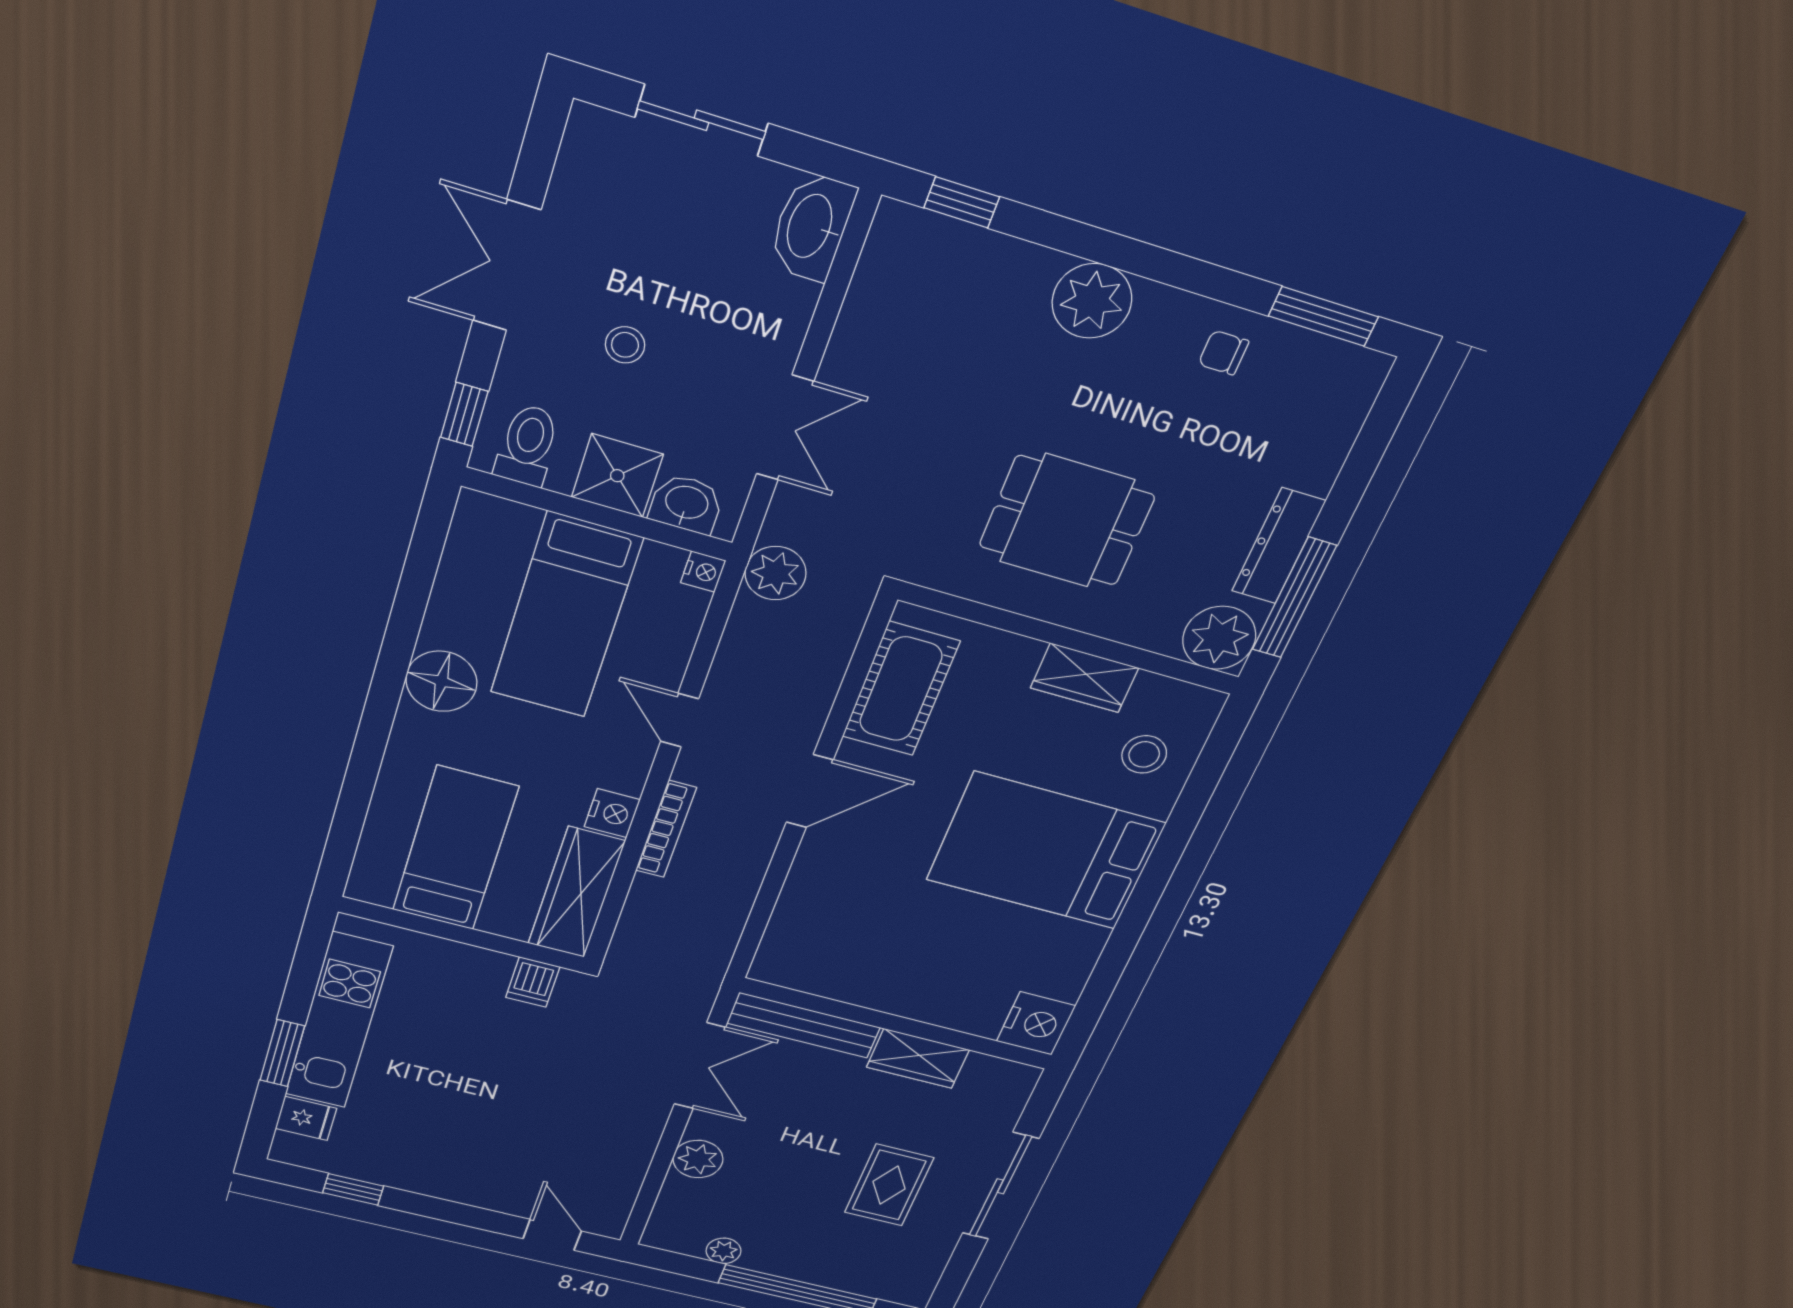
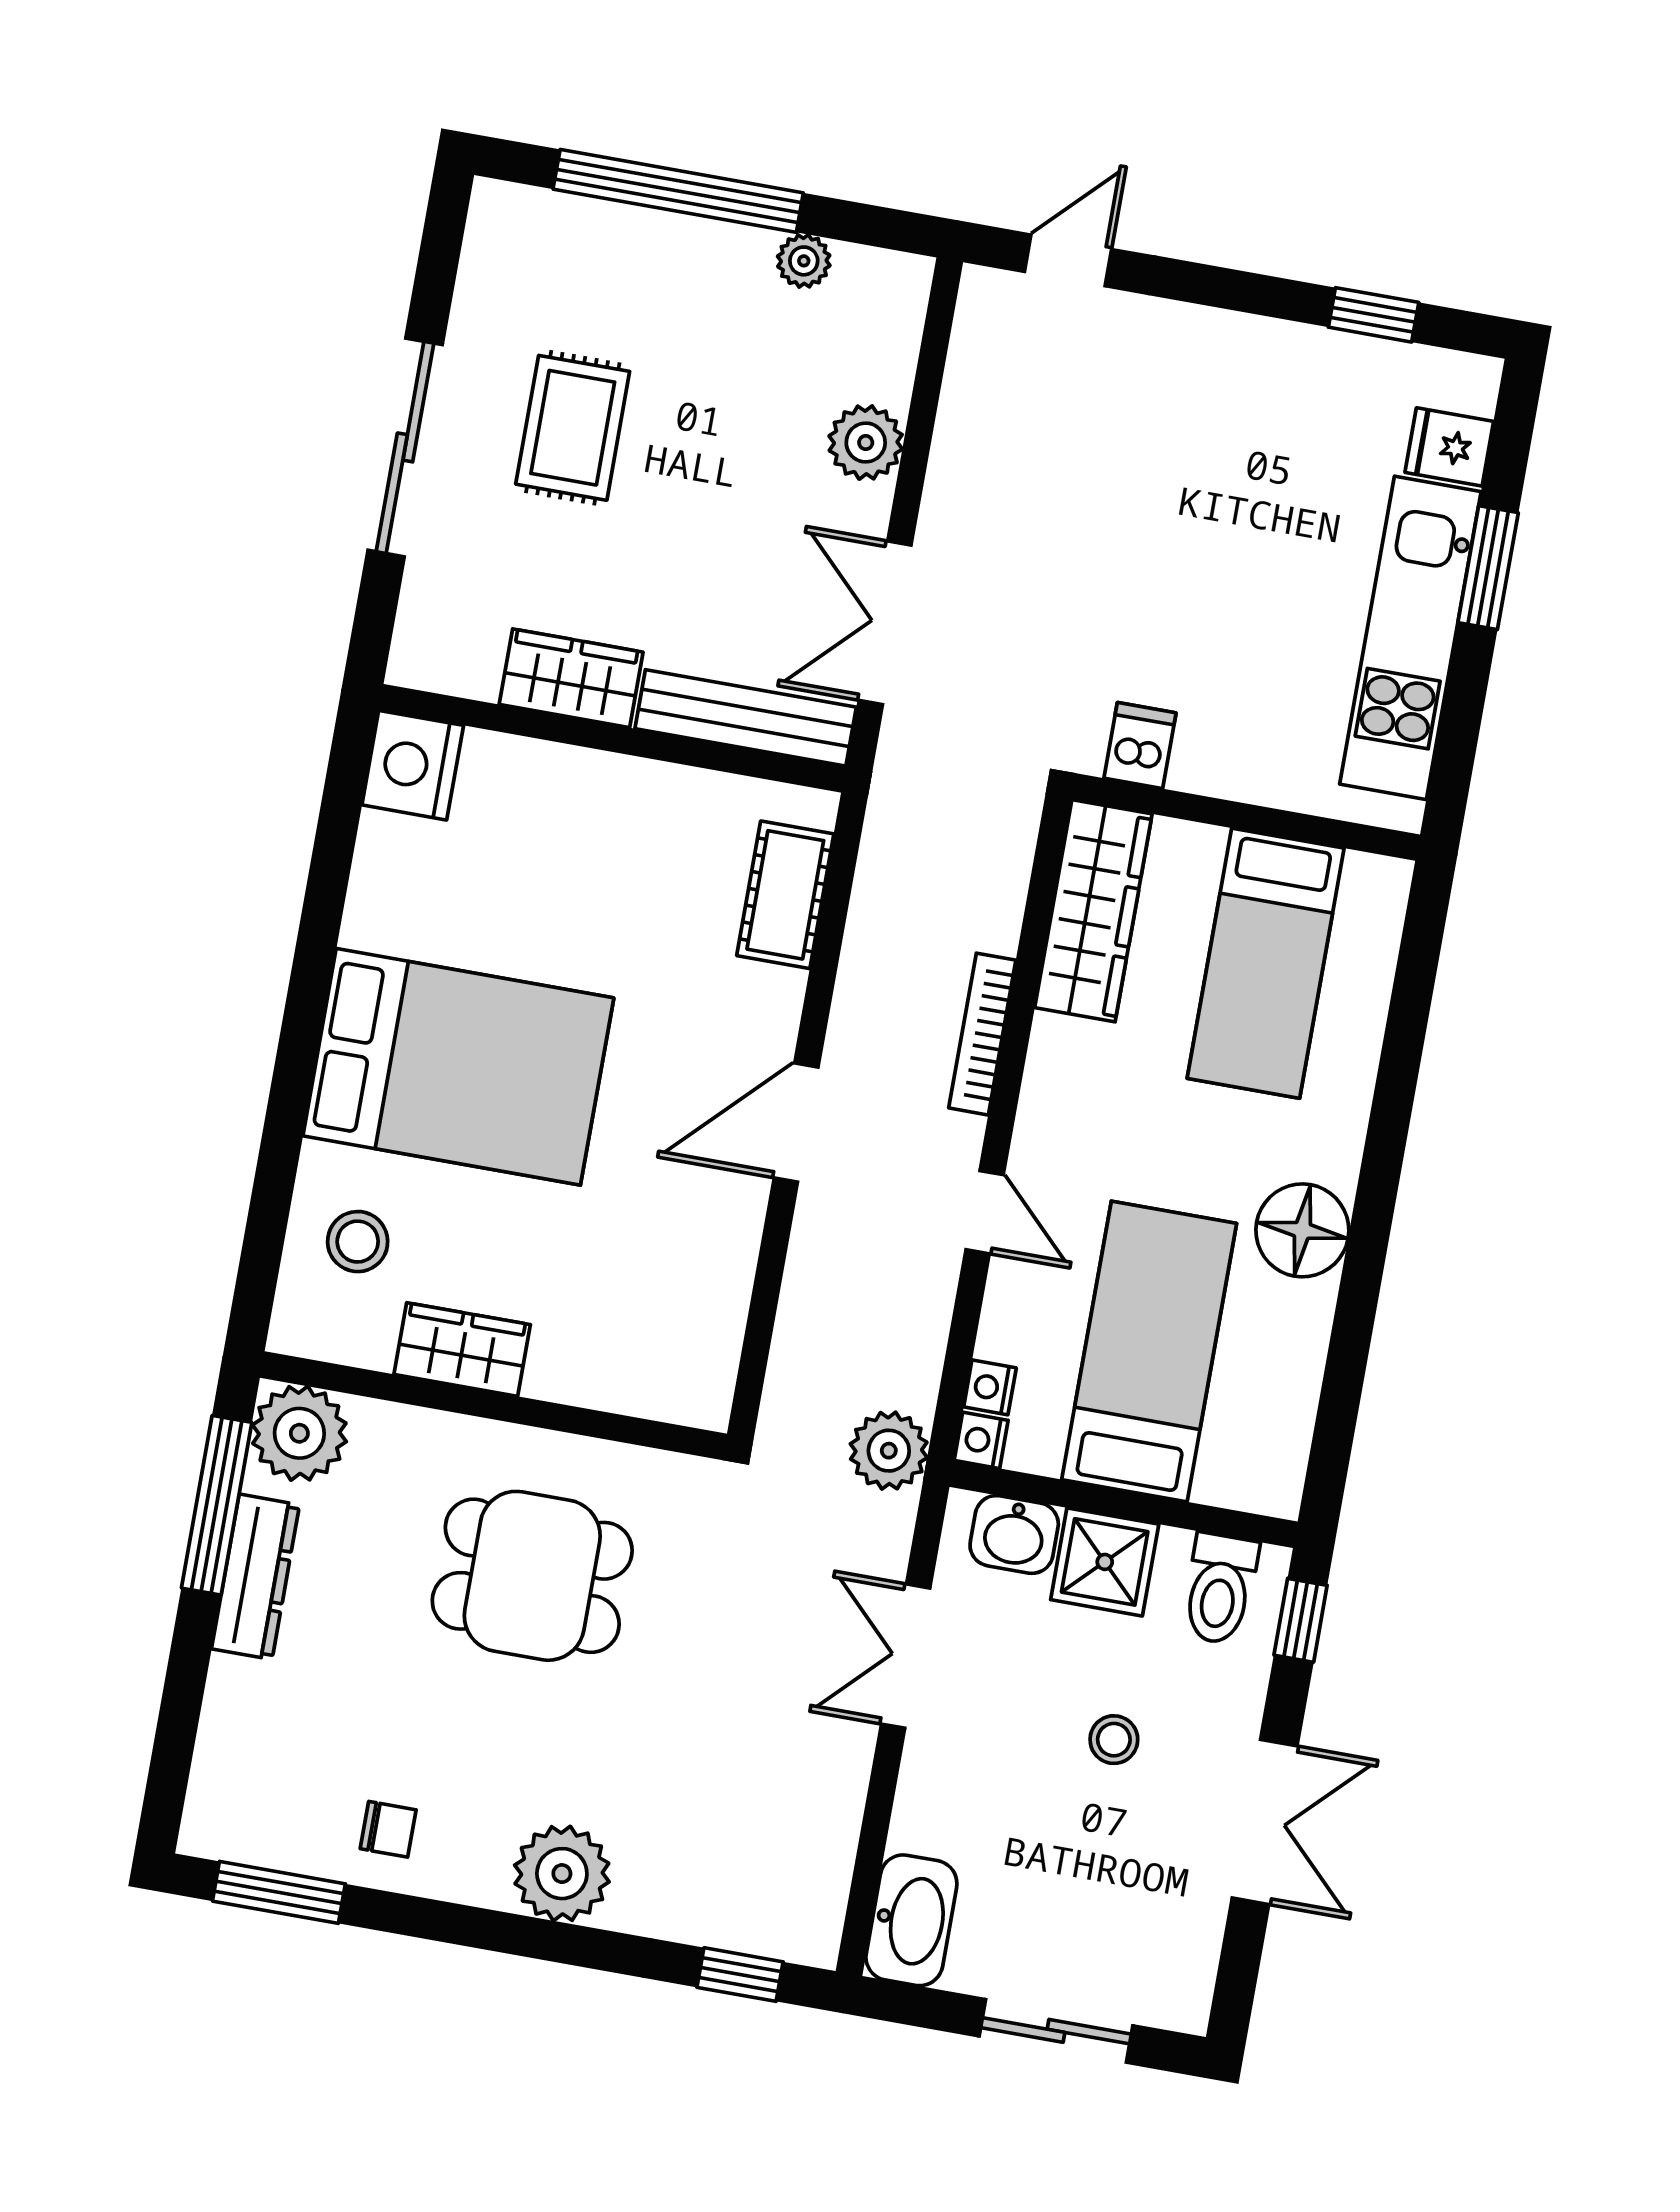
cot: (901, 689) -> (785, 895), moved, width x0.73, depth x0.75
nightstand: (612, 813) -> (990, 1387), moved, width x0.72, depth x0.74
door: (552, 1235) -> (1068, 260), swing flipped

